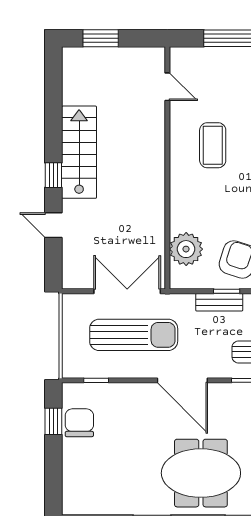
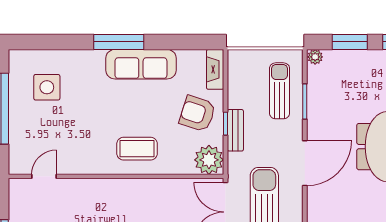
coffee table: (213, 145) -> (137, 149), moved
plant: (186, 249) -> (209, 160), moved

